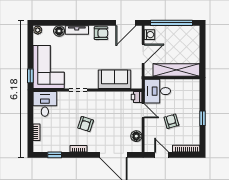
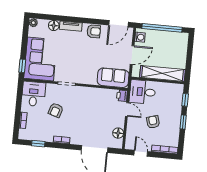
sofa: (114, 79) -> (113, 78), moved
window: (202, 95) -> (185, 100), added
armchair: (86, 124) -> (56, 110), moved

